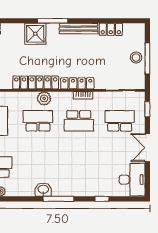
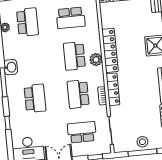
school desk: (38, 121) -> (74, 56), turned 180
school desk: (120, 121) -> (82, 132), turned -90
school desk: (79, 167) -> (35, 98), added

